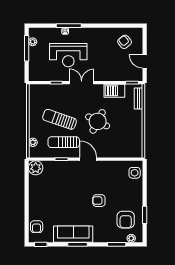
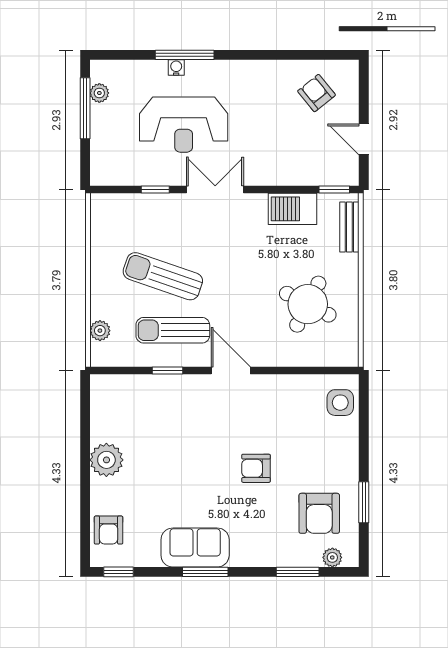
round table: (98, 121) -> (308, 304), moved
plant: (36, 168) -> (106, 460), moved
sofa: (73, 234) -> (195, 547), width x0.73

